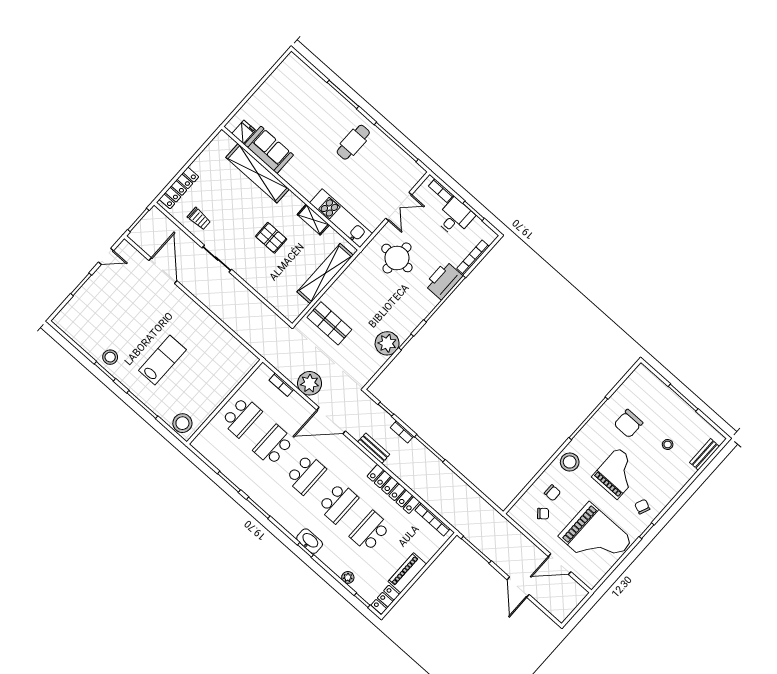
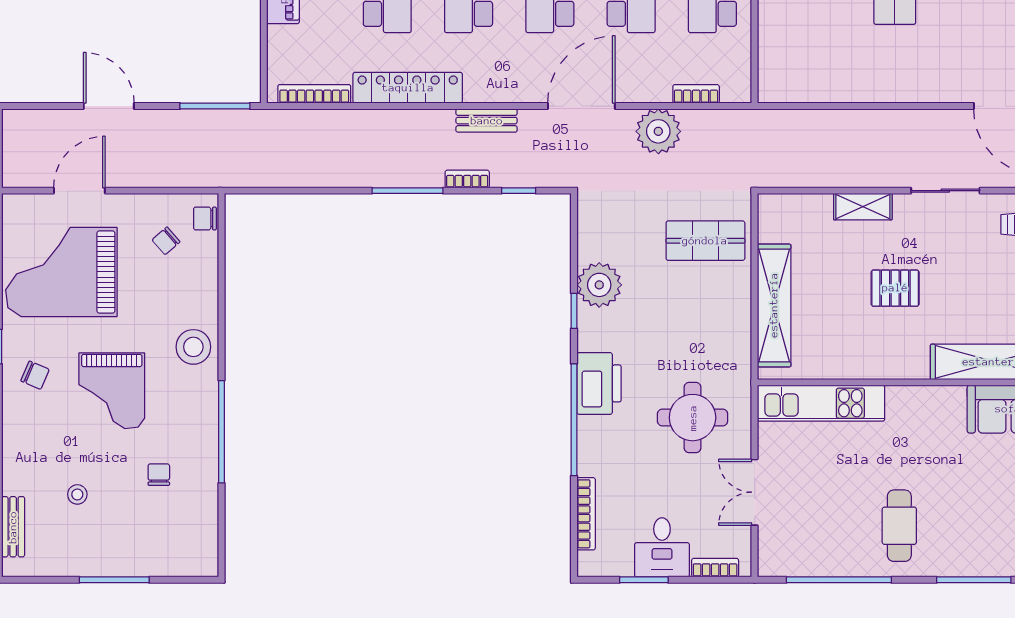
shelving: (313, 220) -> (863, 207), moved
printer: (443, 280) -> (599, 383), moved
chair: (628, 424) -> (159, 475), width x0.54, depth x0.54
chair: (552, 493) -> (205, 219), moved

